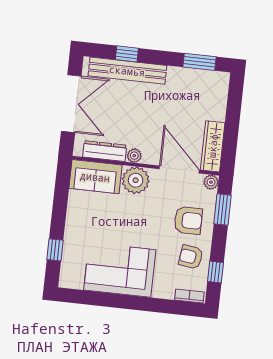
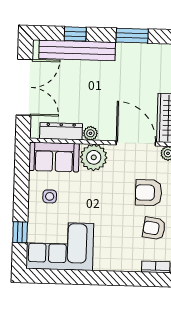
window: (200, 62) -> (132, 36), moved
side table: (88, 216) -> (50, 196), added
armchair: (188, 220) -> (149, 193), turned 180
corner sofa: (120, 270) -> (60, 246), moved

